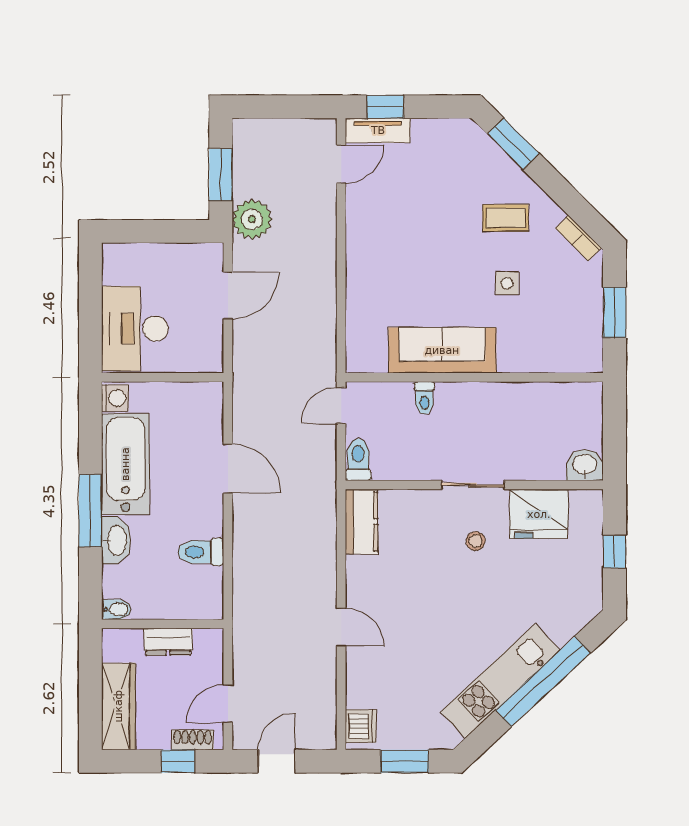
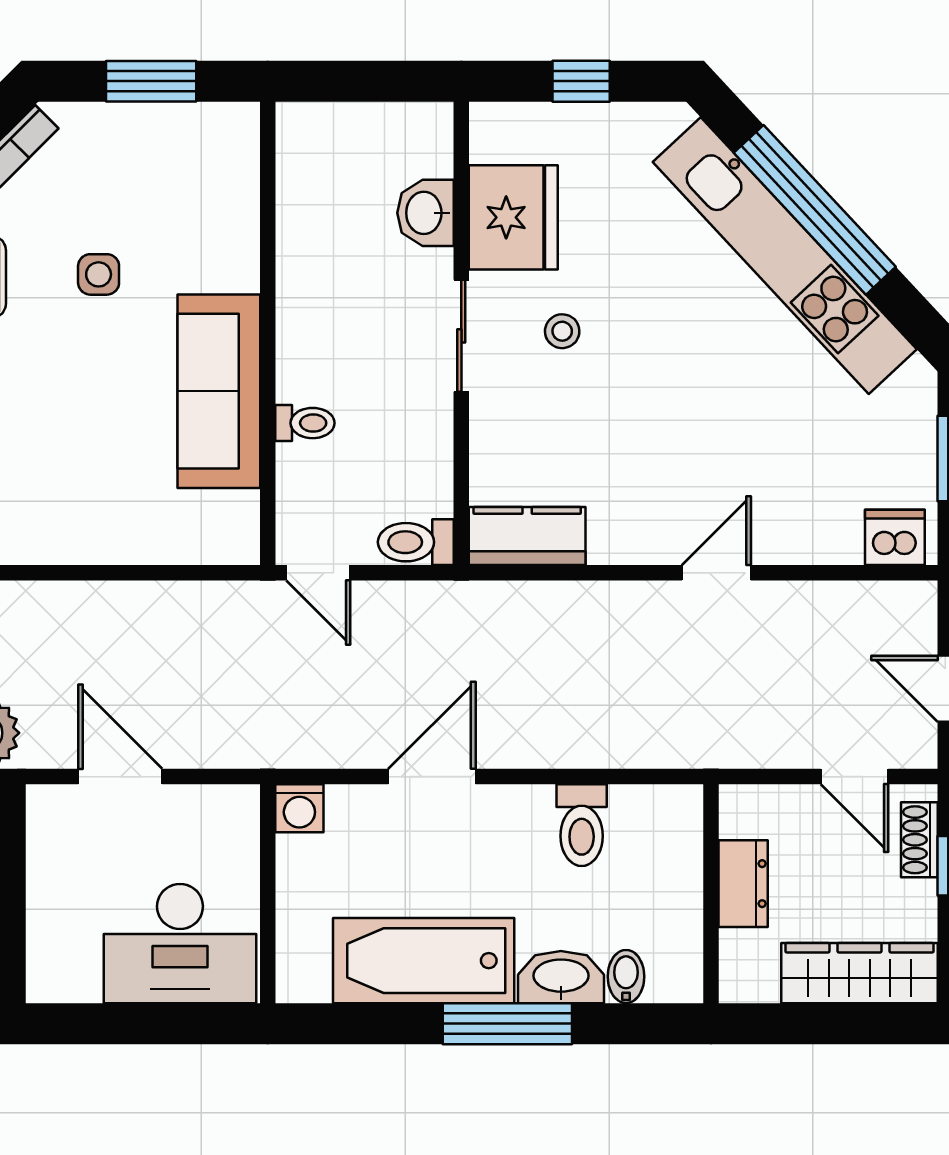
washing machine: (115, 398) -> (299, 808), moved, turned 180
washbasin: (585, 465) -> (425, 213), moved
bidet: (117, 609) -> (626, 977), moved
kitchen unit: (500, 681) -> (785, 256), width x1.36

